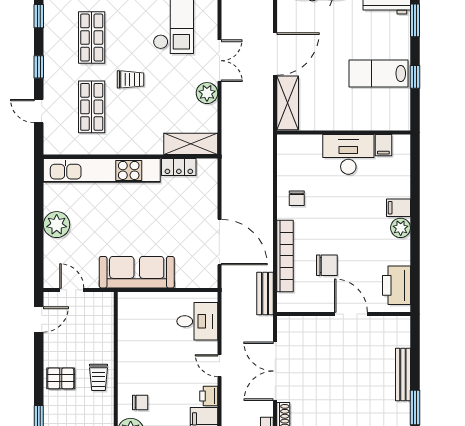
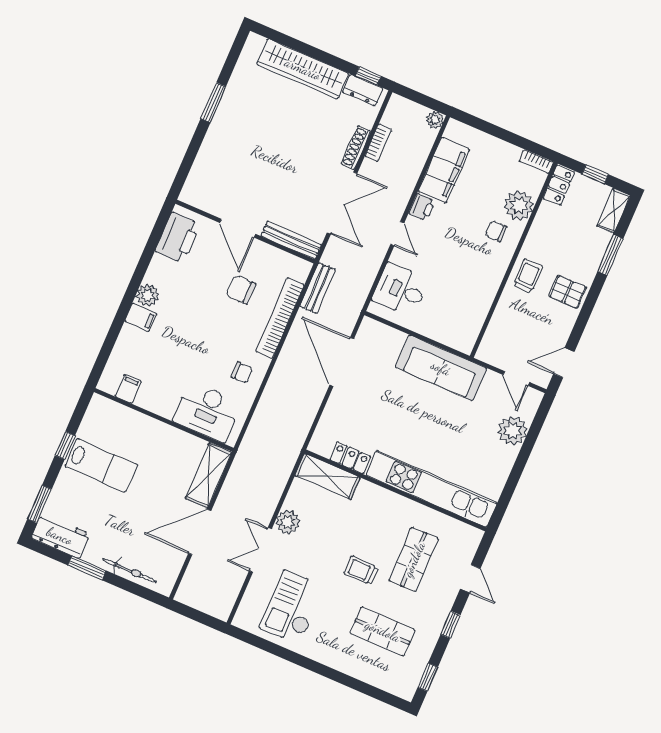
shop shelf: (92, 38) -> (383, 631), turned 90
desk: (348, 154) -> (207, 412), moved
chair: (297, 198) -> (242, 373), turned 90
plant: (57, 225) -> (513, 431), moved
bench: (403, 374) -> (291, 240), moved, turned 90

